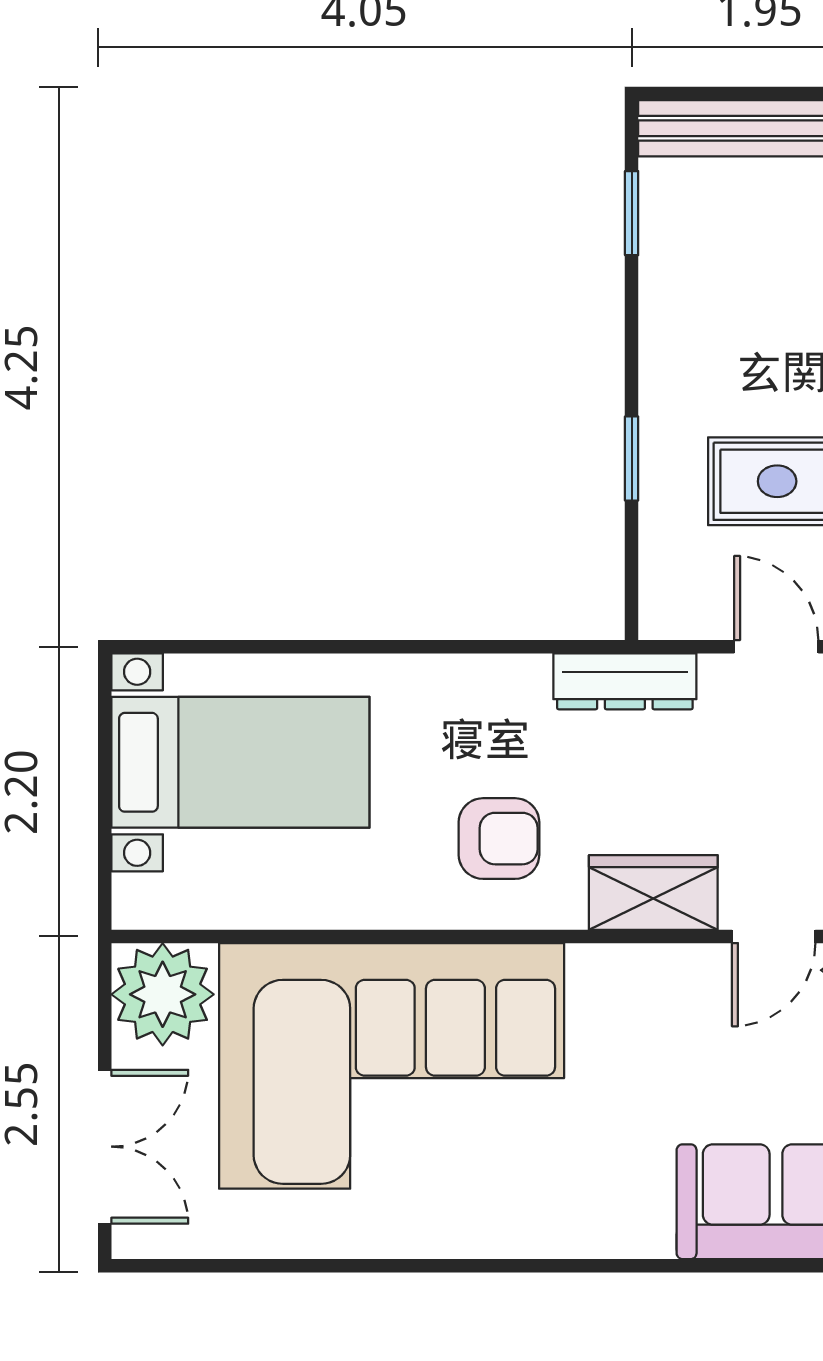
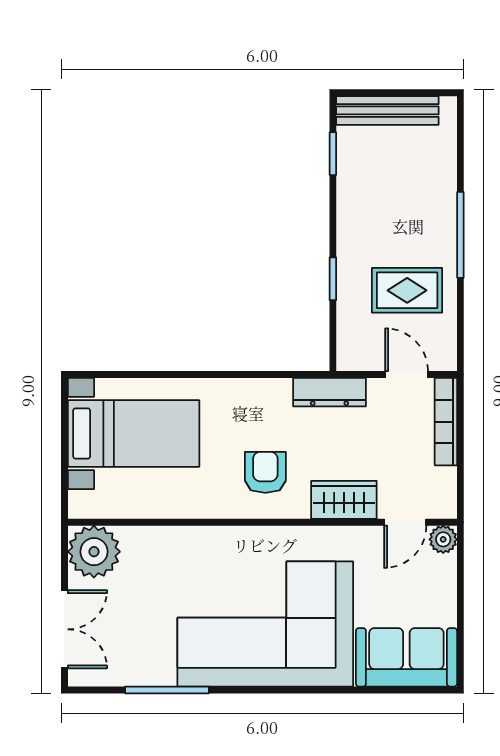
armchair: (499, 839) -> (265, 472), turned -90
corner sofa: (392, 1066) -> (265, 624), moved, turned 180
window: (306, 1266) -> (167, 690), added

